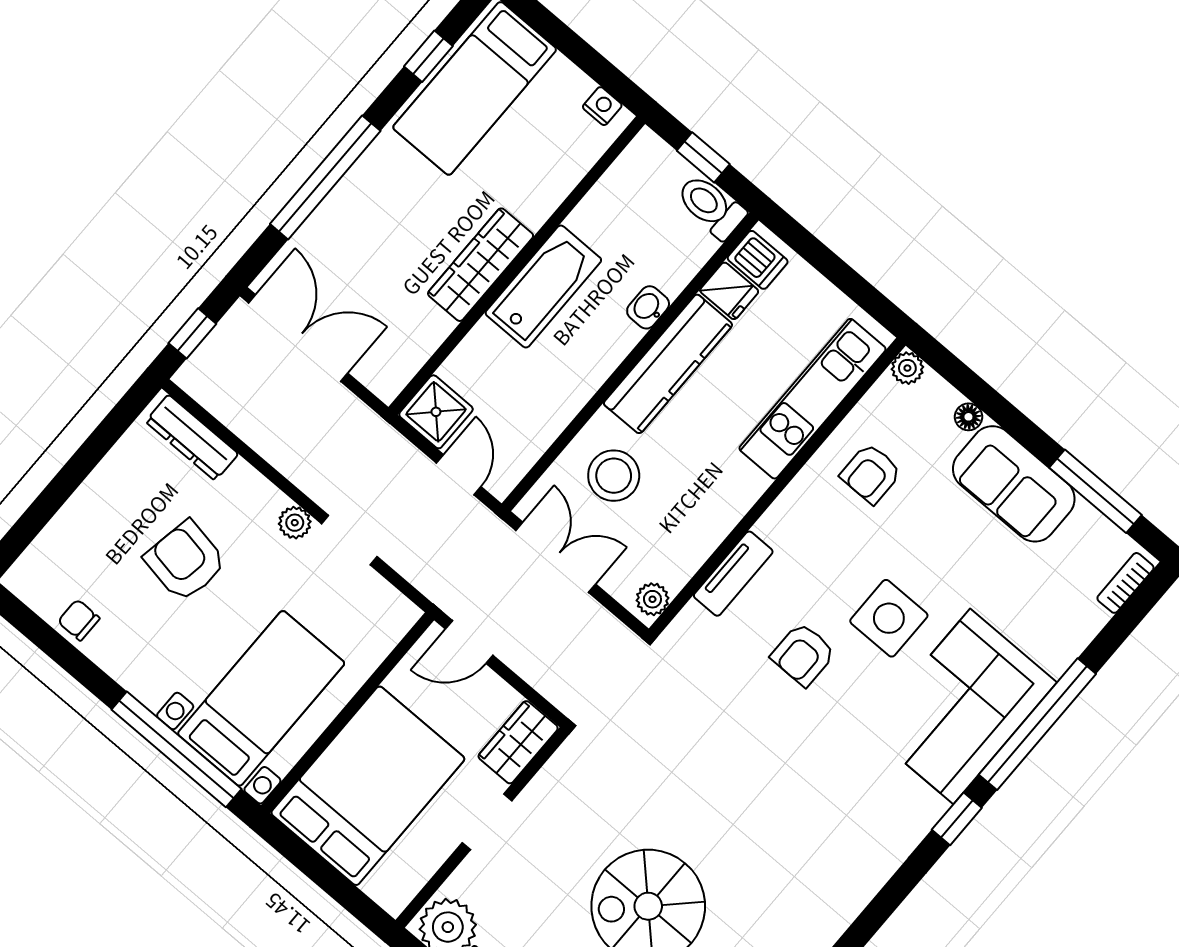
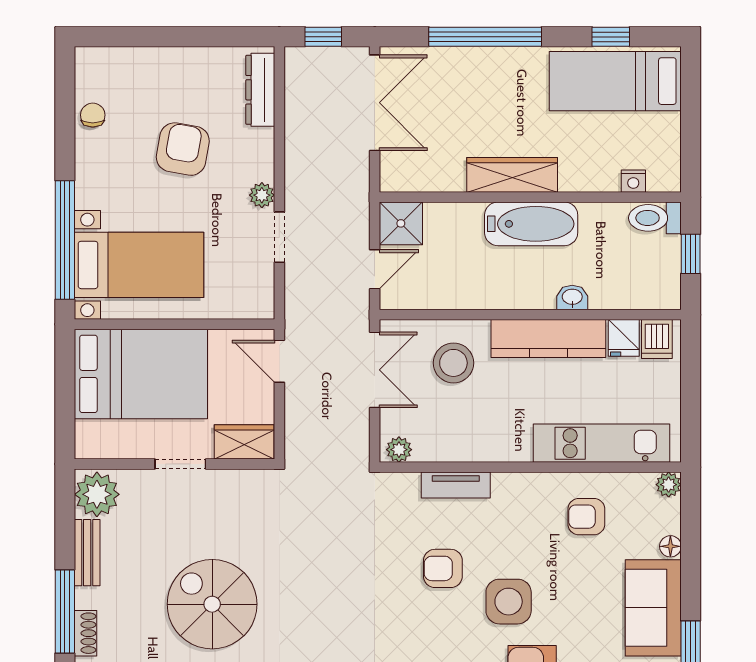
nightstand: (602, 106) -> (633, 181), moved, turned 90
toilet: (711, 206) -> (655, 218), moved, turned -90

